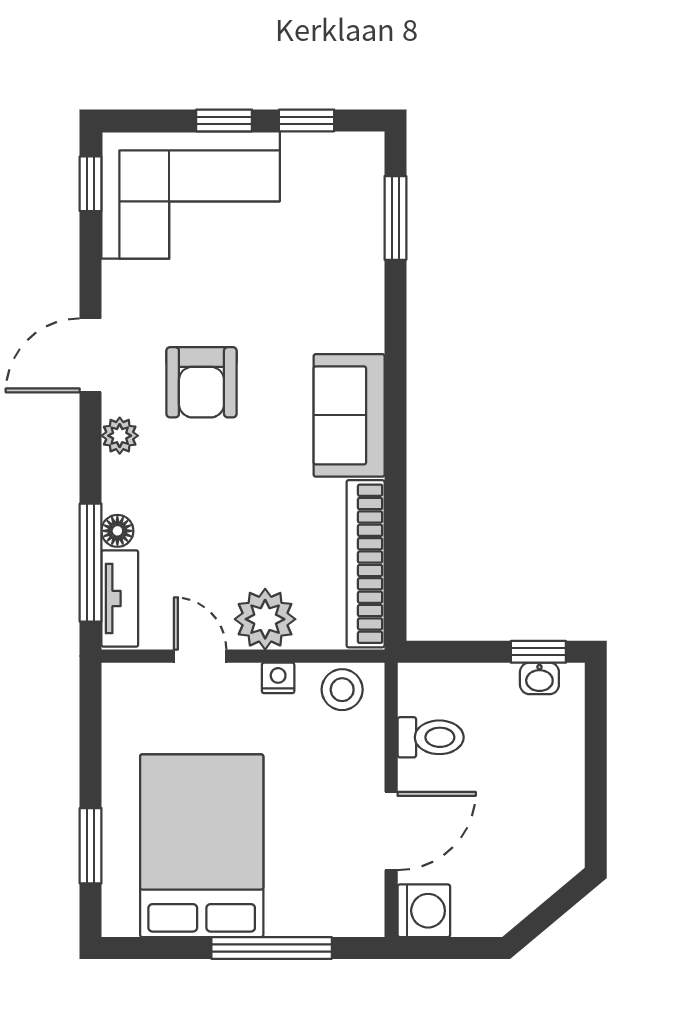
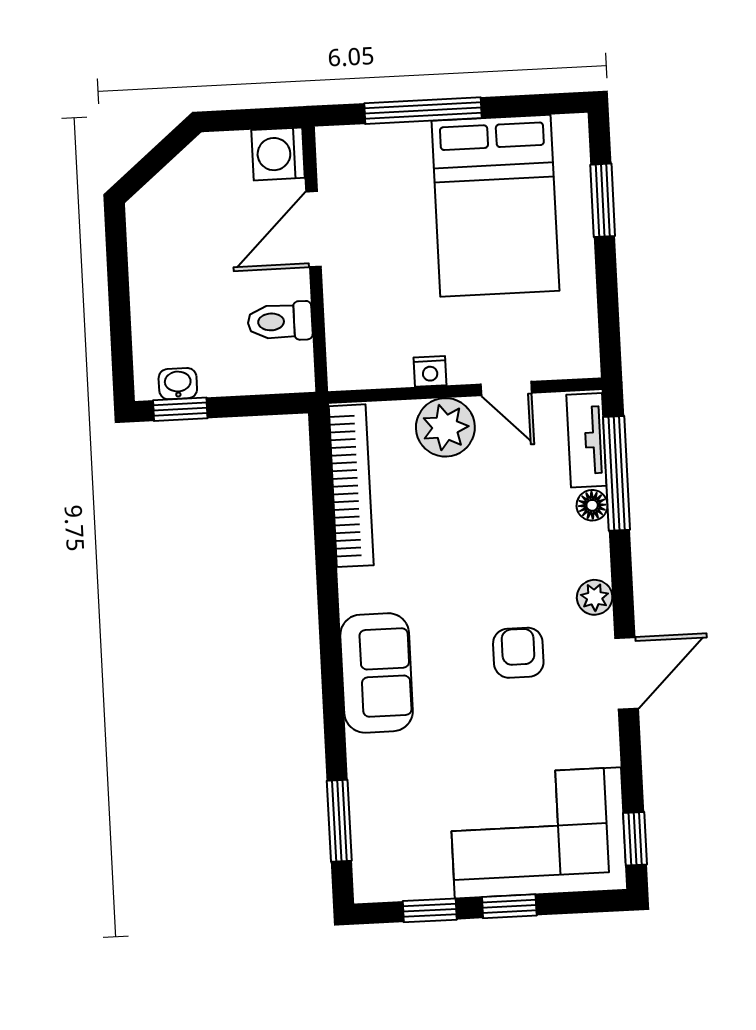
armchair: (201, 382) -> (518, 653), width x0.72, depth x0.72
sofa: (349, 415) -> (377, 673), moved
stool: (342, 690) -> (368, 363), removed

